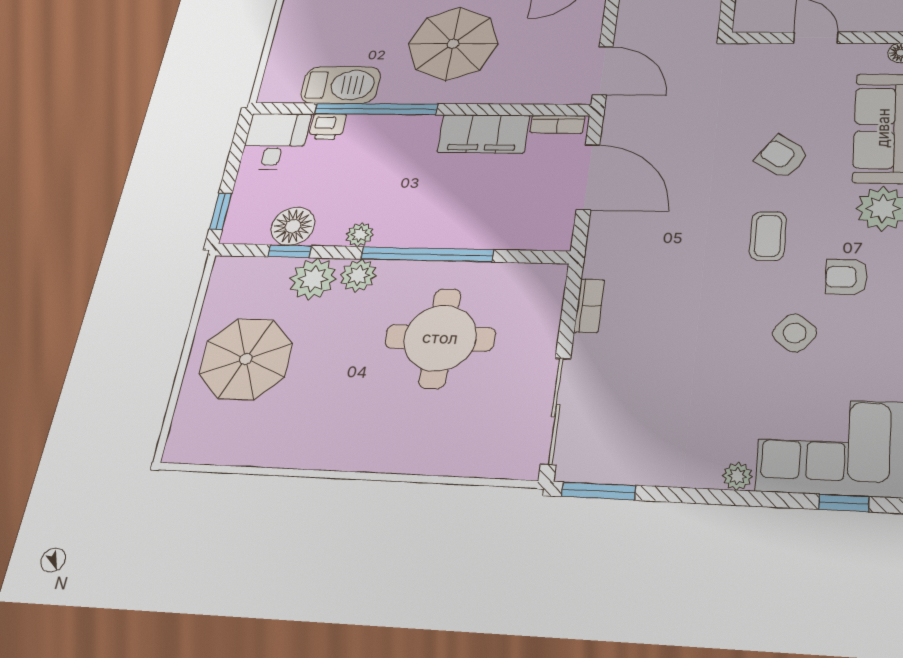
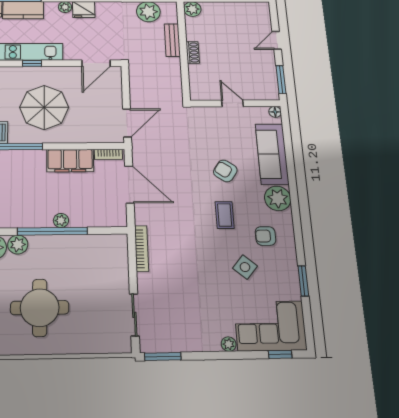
door: (603, 71) -> (127, 123), hinge flipped
plant: (360, 234) -> (61, 220), moved
bookcase: (589, 306) -> (142, 249), width x1.56
round table: (440, 338) -> (40, 308), moved
sliding door: (556, 410) -> (134, 315), width x0.73

